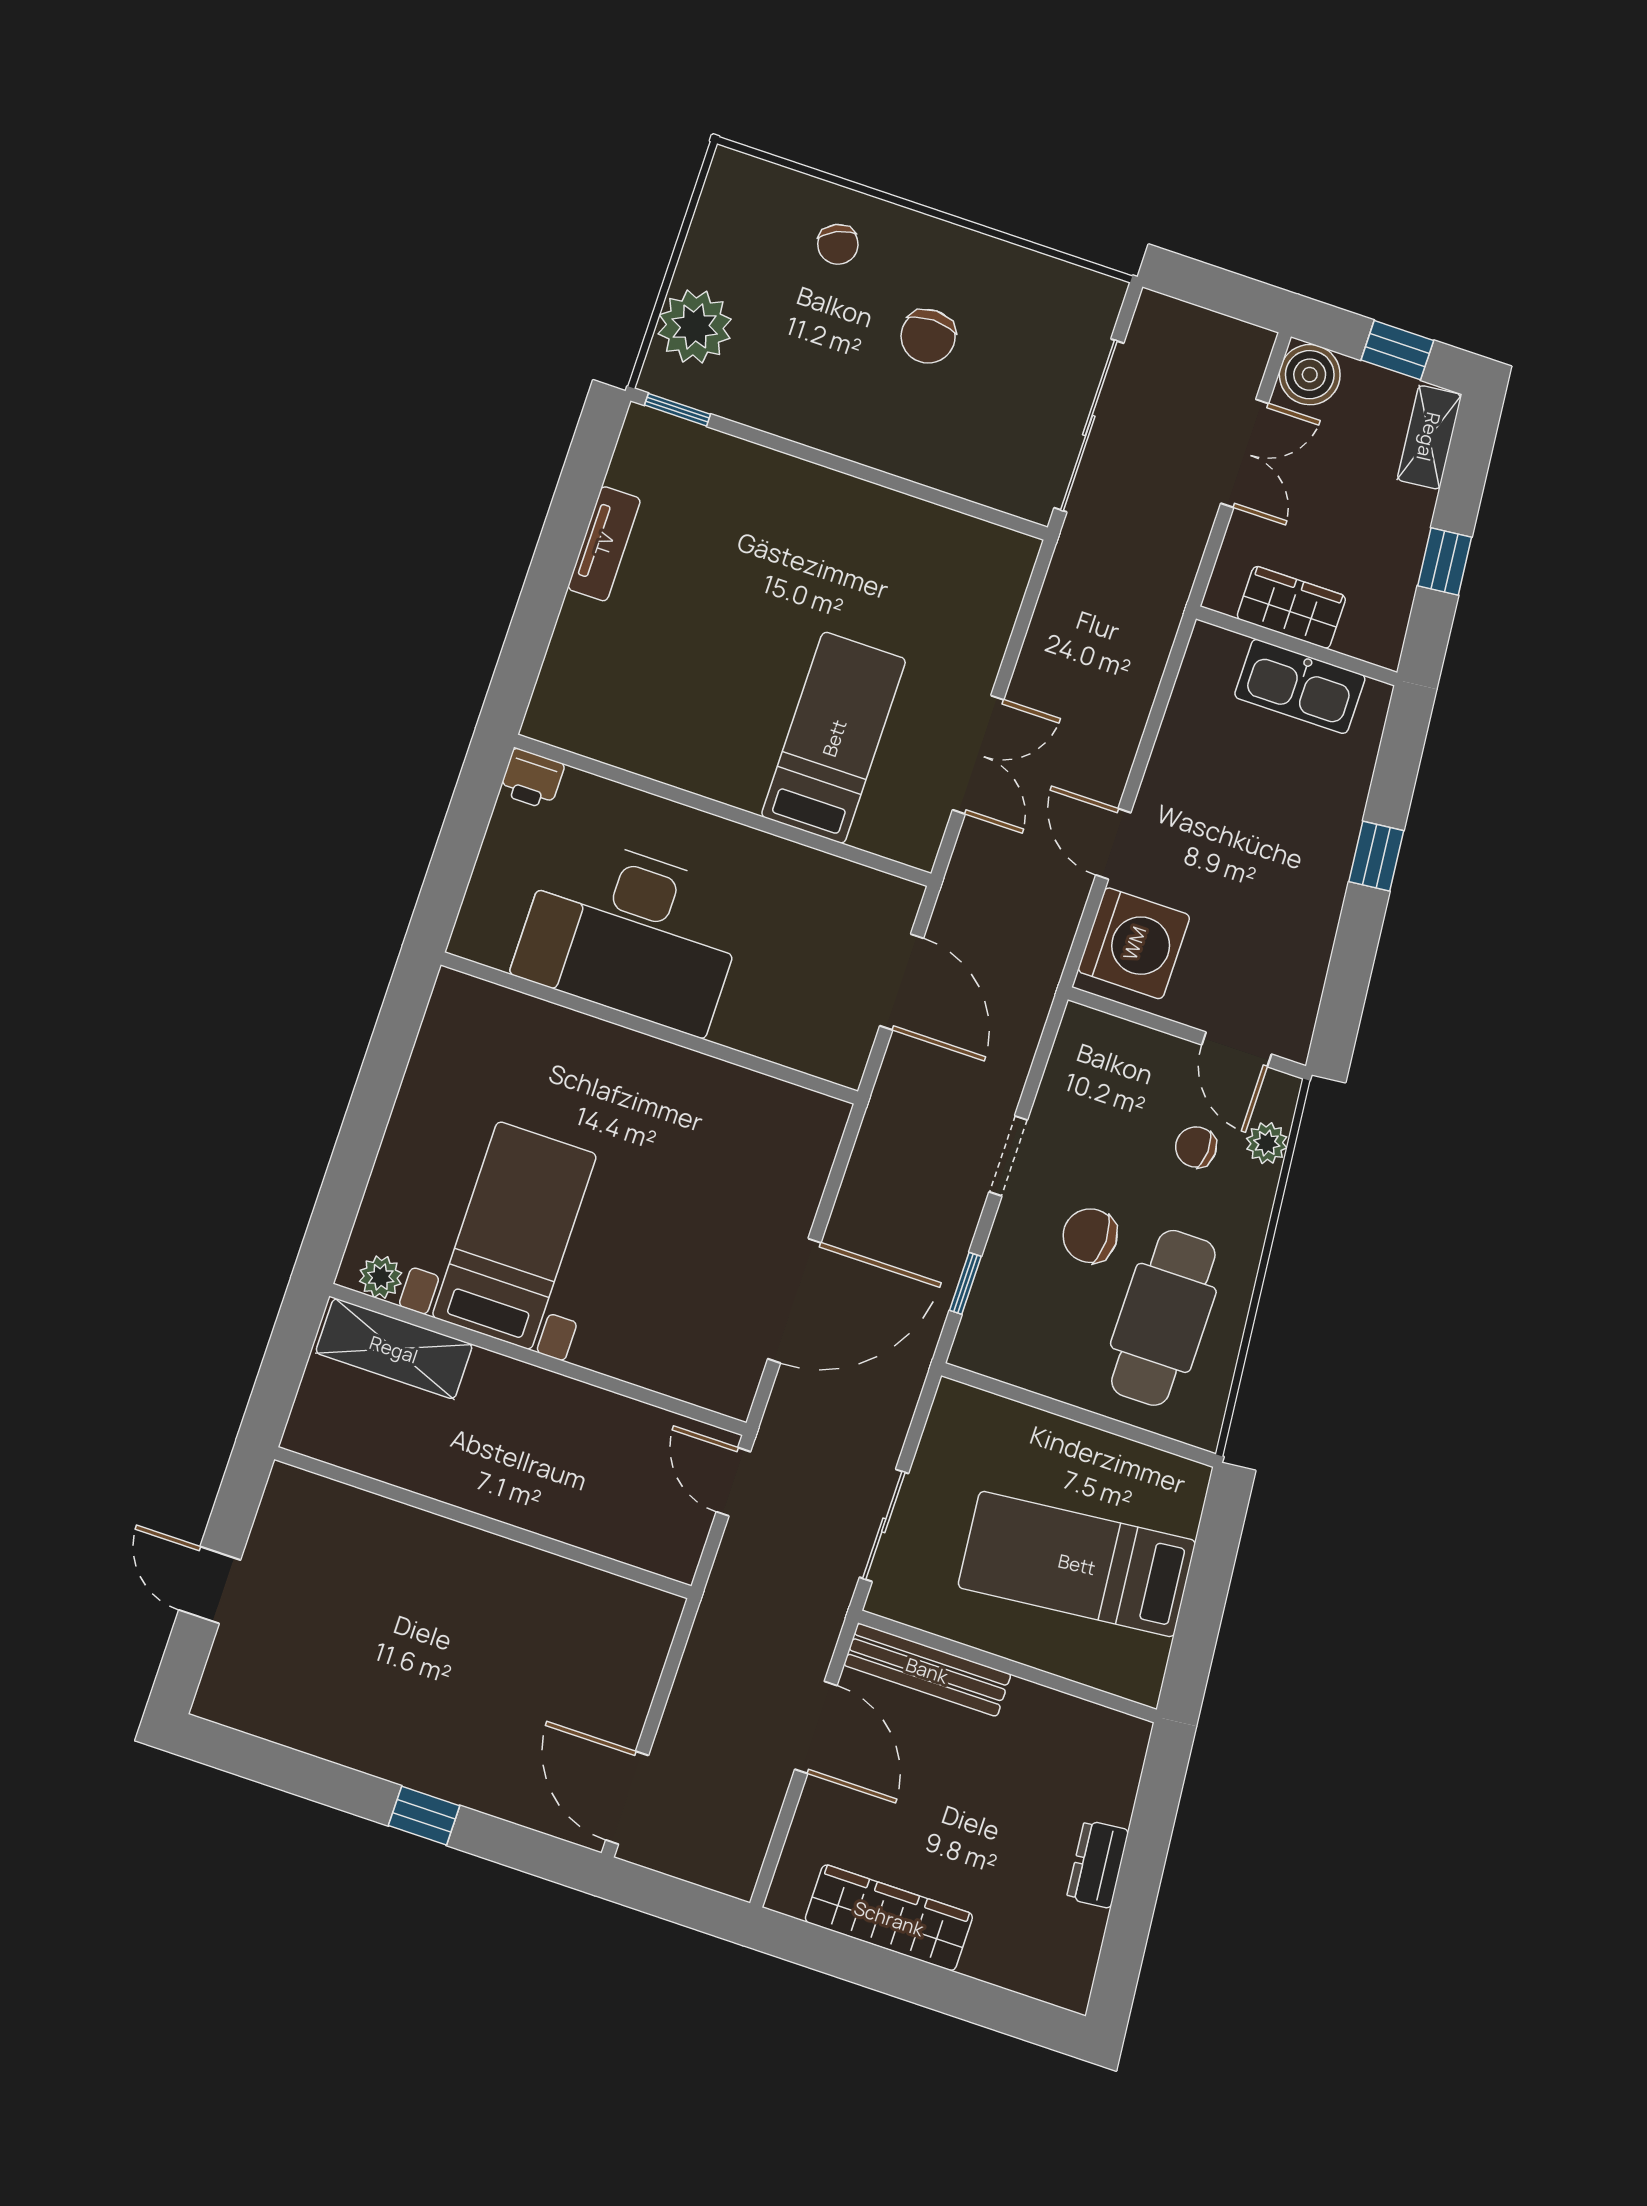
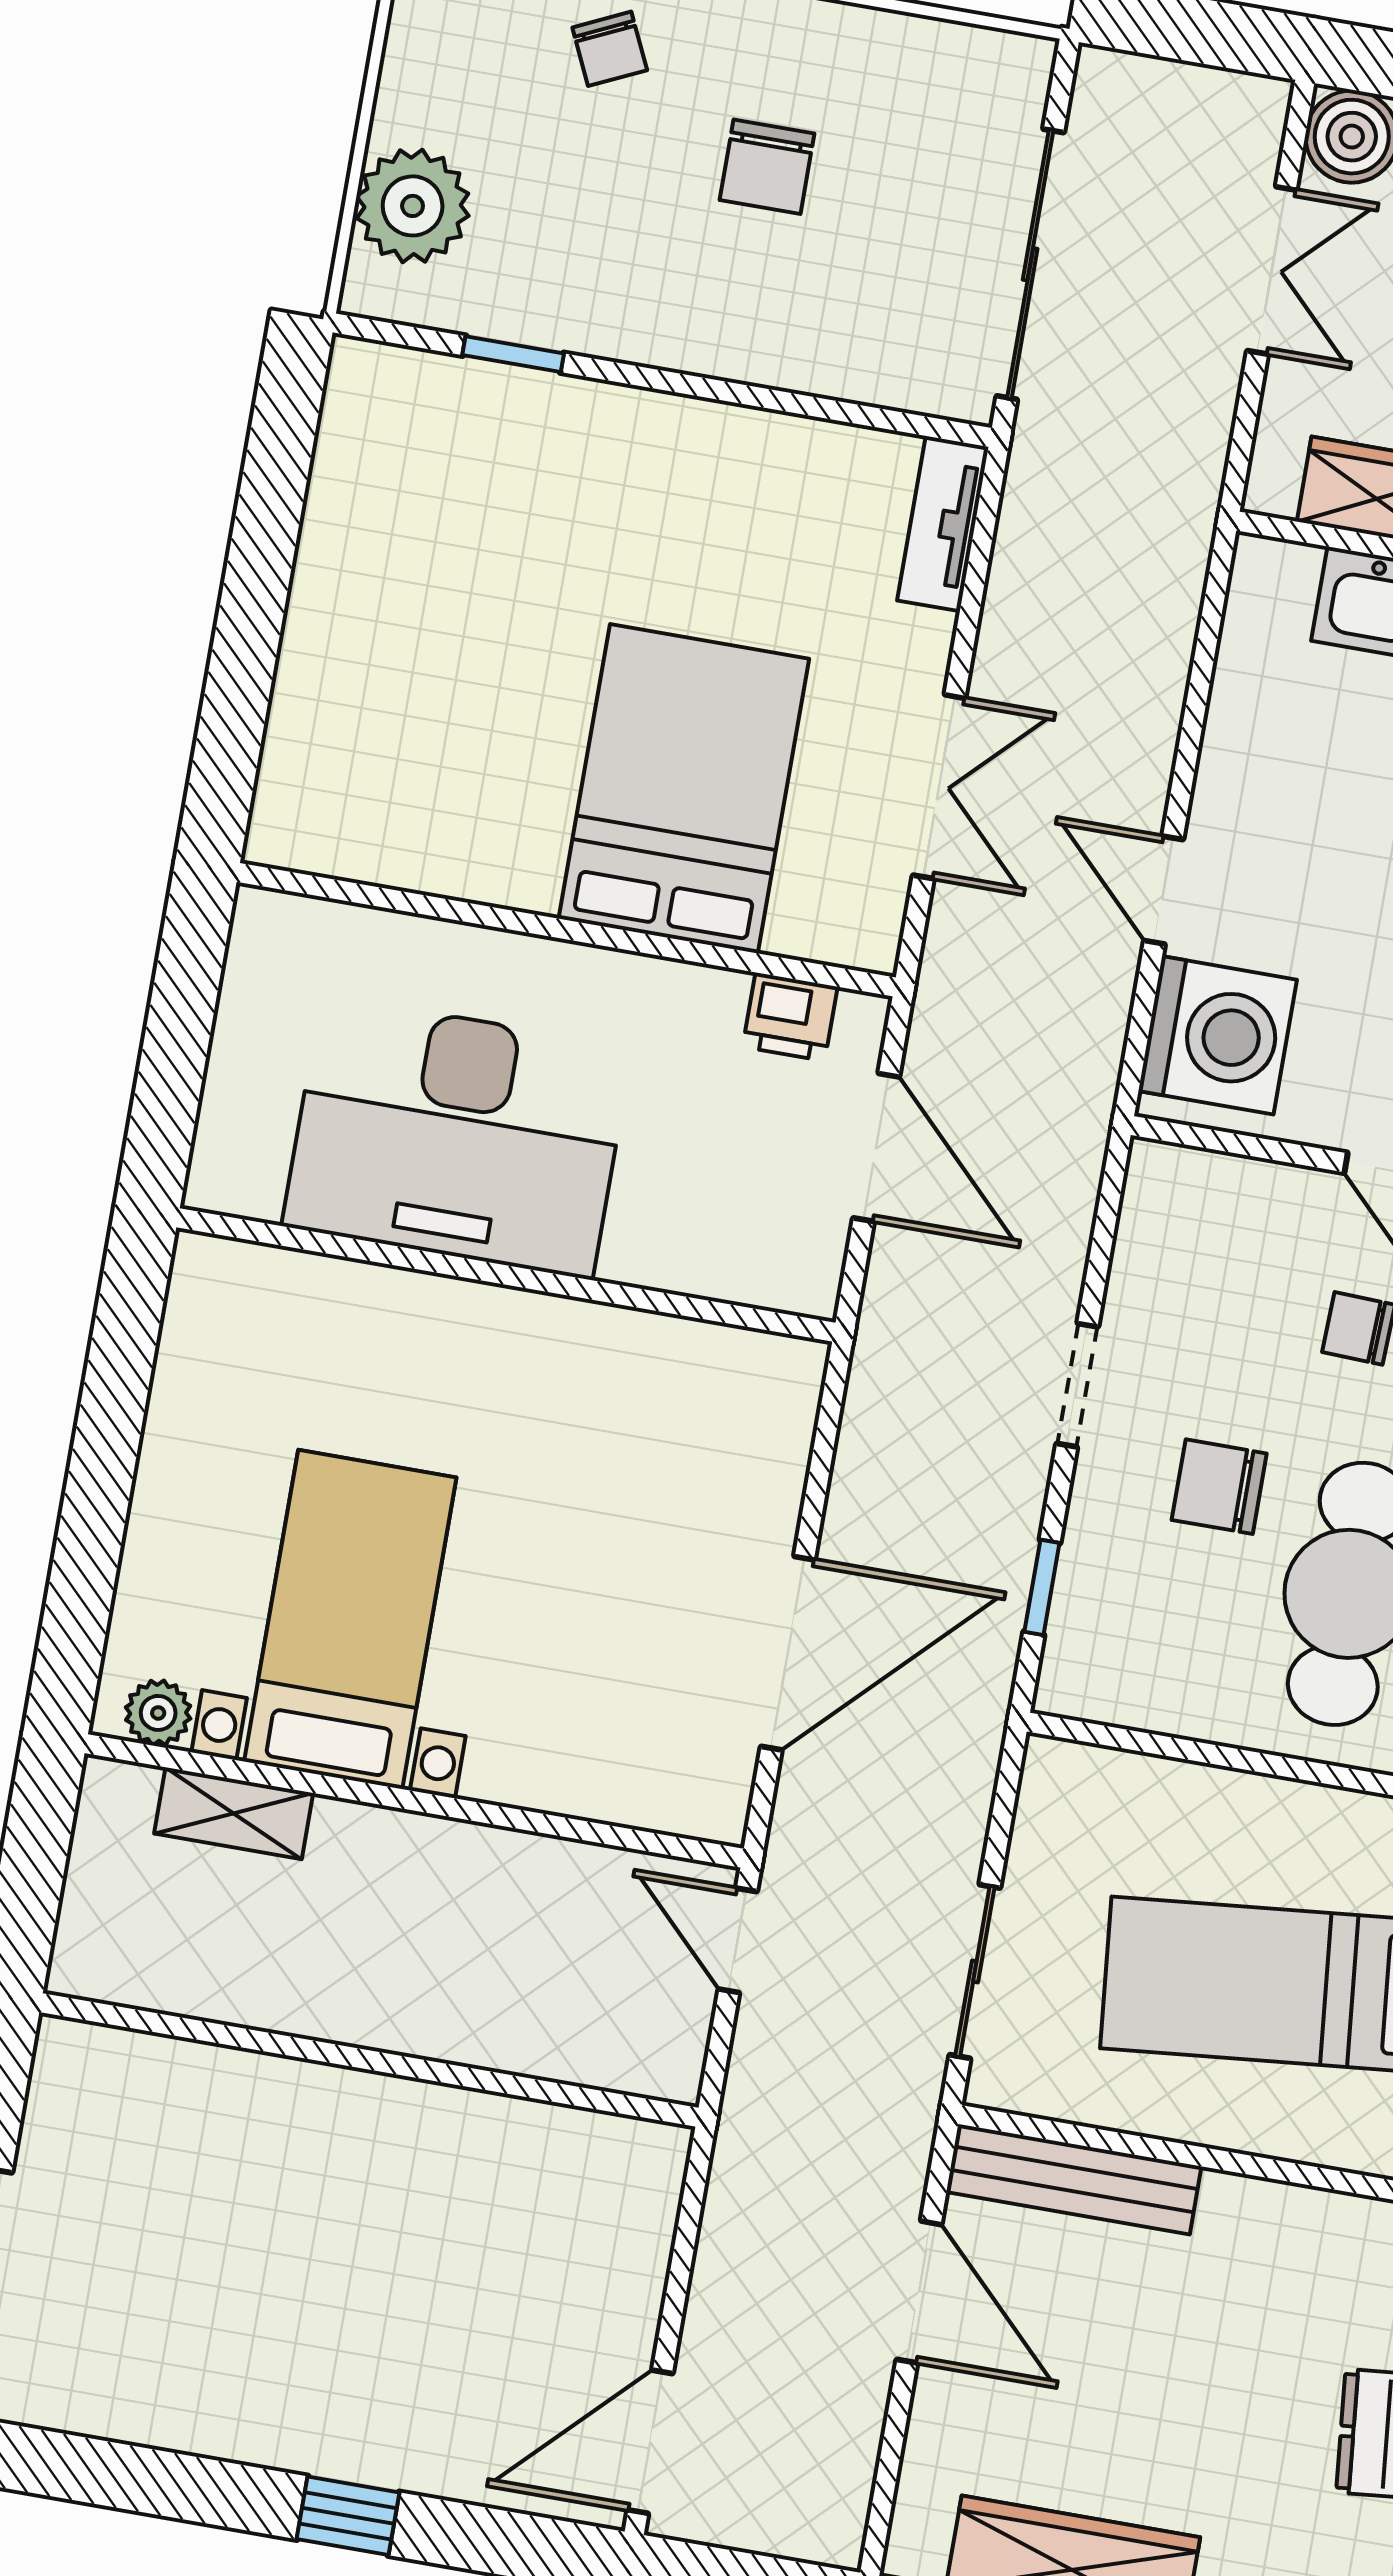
window: (677, 410) -> (513, 354), moved
tv unit: (604, 544) -> (943, 524), moved, turned 180
bed: (834, 738) -> (684, 789), width x1.50
printer: (532, 779) -> (790, 1017), moved
shelving: (394, 1349) -> (234, 1813), width x0.67, depth x0.75
door: (627, 1798) -> (650, 2442), hinge flipped

